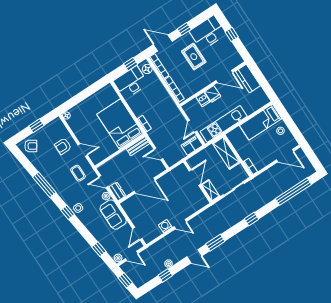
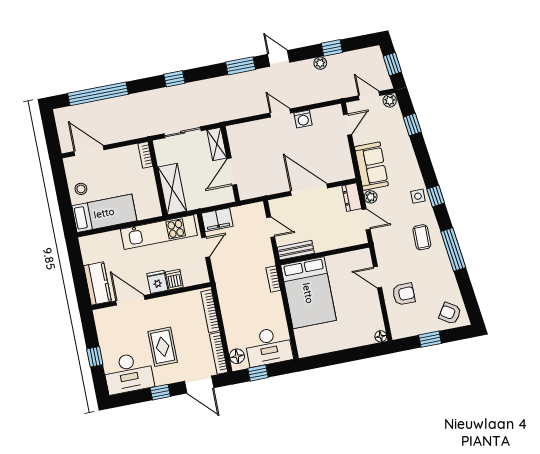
coffee table: (78, 173) -> (422, 237), moved

